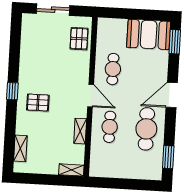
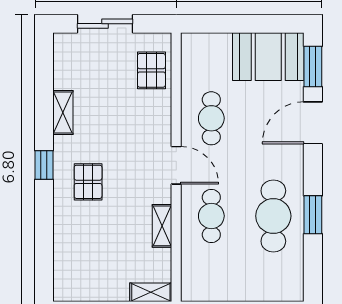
door: (172, 95) -> (313, 123), moved
pallet: (38, 103) -> (88, 182), turned 90
shelving: (20, 148) -> (63, 112), moved
window: (168, 157) -> (313, 215), moved

